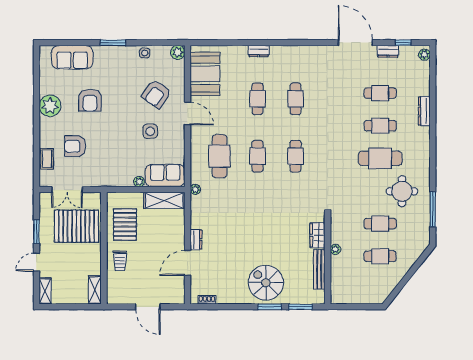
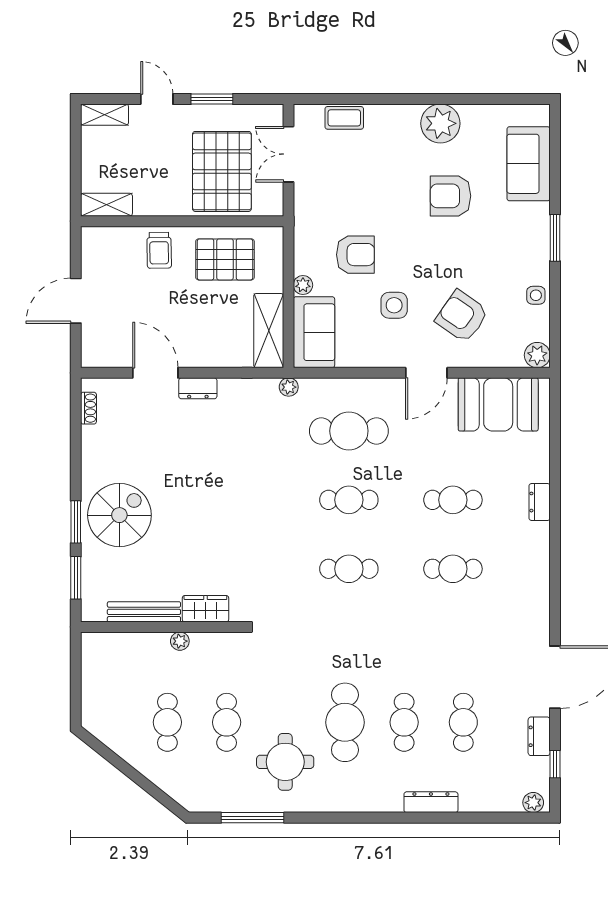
armchair: (75, 146) -> (355, 255), moved, turned 90
trolley: (120, 261) -> (159, 250), turned -91

